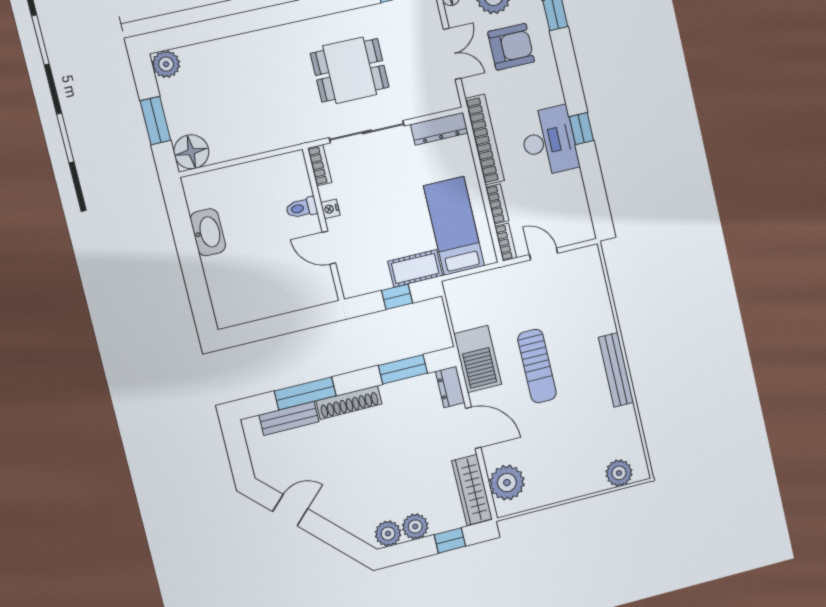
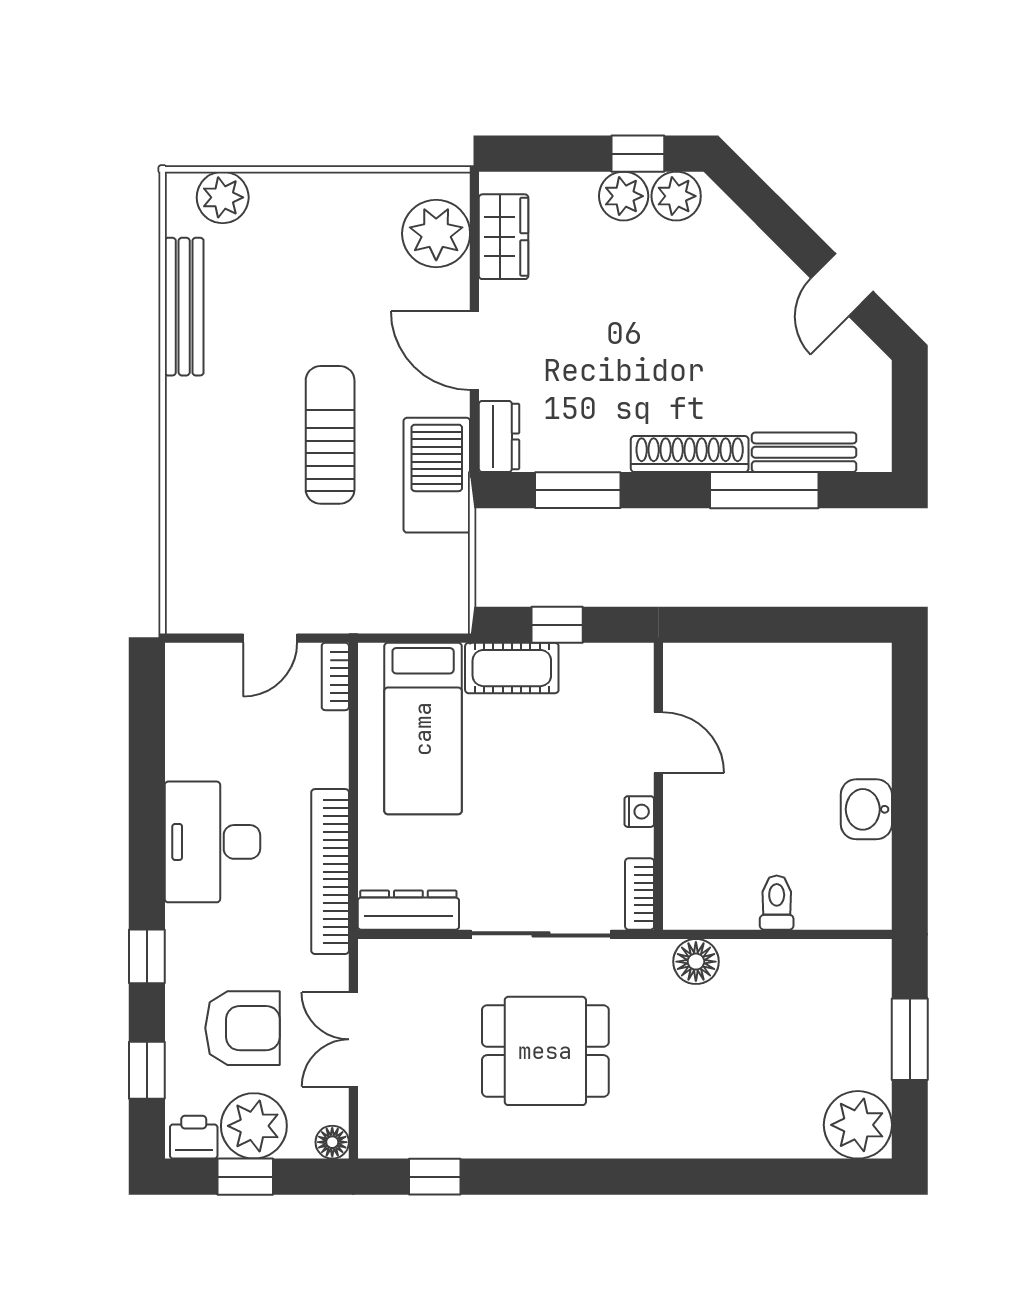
armchair: (511, 47) -> (242, 1028), turned 180
plant: (166, 64) -> (858, 1125), width x1.36, depth x1.36
window: (581, 129) -> (147, 956), moved
floor lamp: (191, 152) -> (696, 962), moved, width x0.73, depth x0.73
bookcase: (497, 204) -> (335, 750), removed
toilet: (302, 208) -> (777, 903), moved, turned -90
washbasin: (208, 232) -> (866, 809), width x0.72
door: (544, 254) -> (270, 638), hinge flipped
bench: (616, 370) -> (184, 307), moved
wardrobe: (472, 490) -> (504, 237), width x0.67
door: (290, 510) -> (842, 285), hinge flipped
window: (450, 540) -> (638, 154), moved

